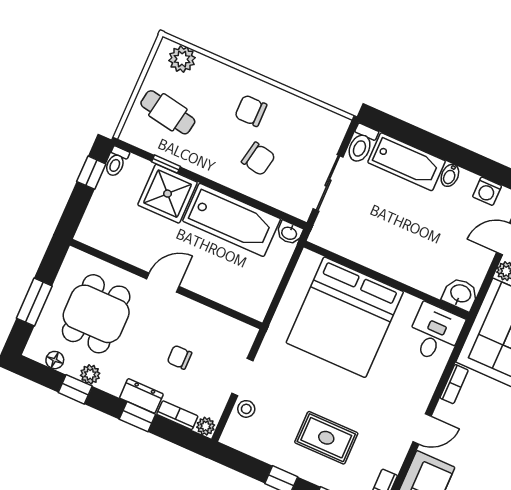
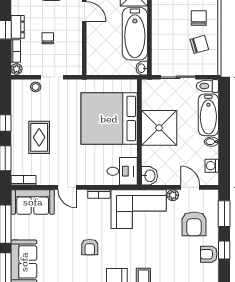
chair: (258, 159) -> (199, 44), moved, turned -117
shower: (393, 247) -> (159, 128), added

